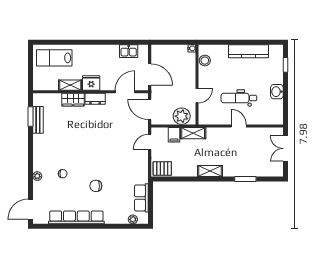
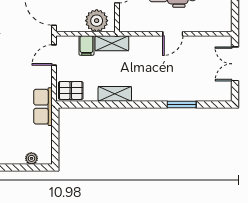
door: (239, 126) -> (173, 34), swing flipped
shelving: (210, 171) -> (115, 94), moved
row of seats: (141, 198) -> (43, 107), moved

